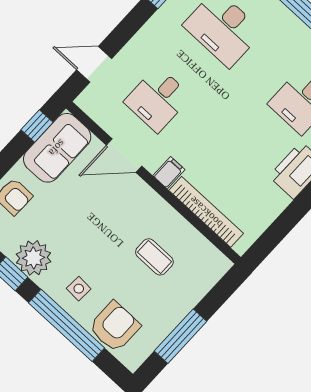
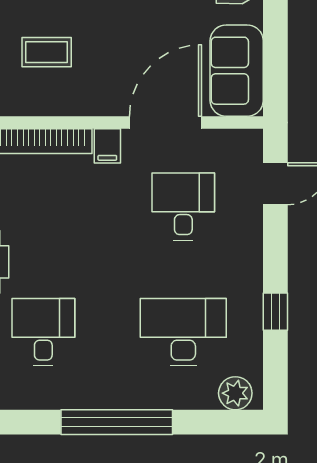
window: (37, 126) -> (275, 74), removed
door: (124, 156) -> (165, 122), width x1.36

